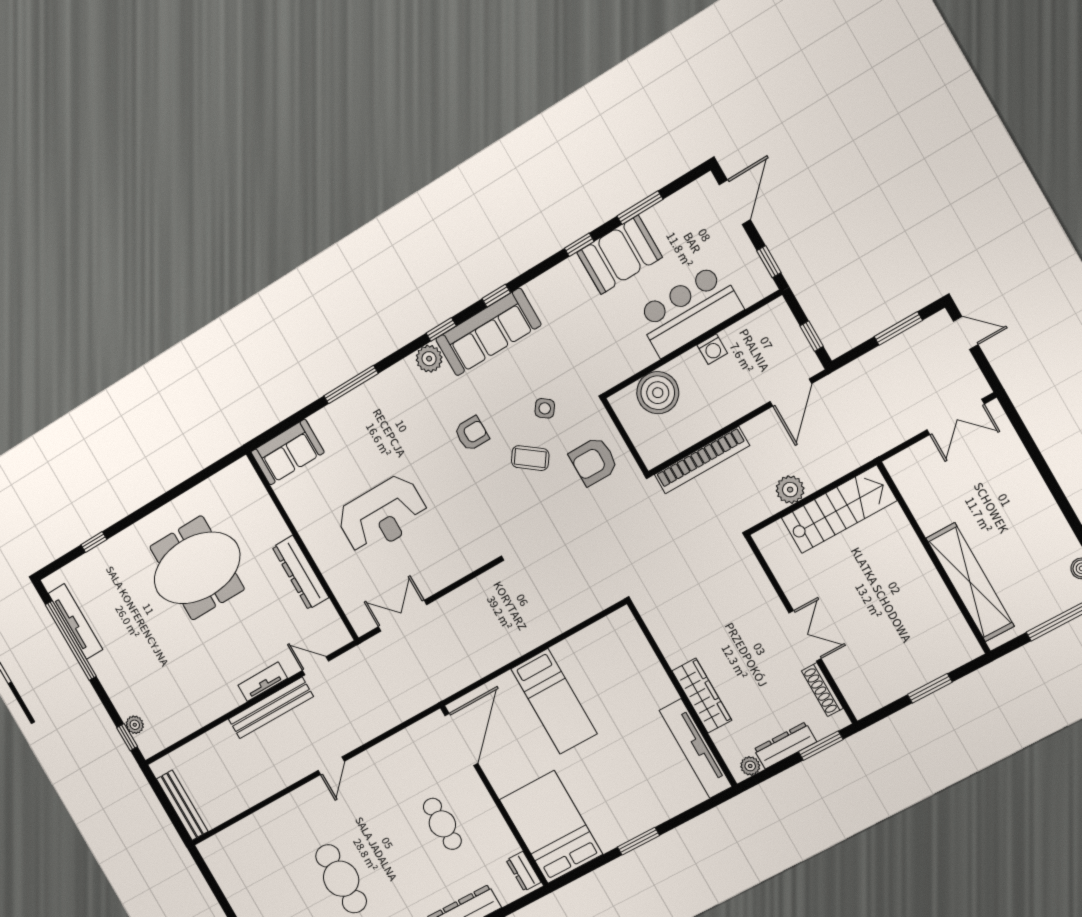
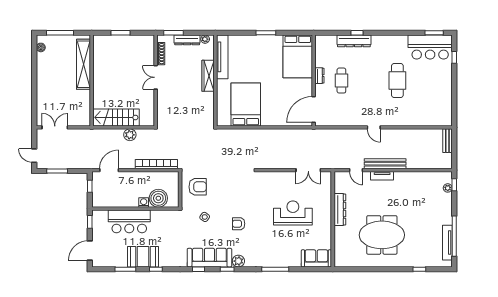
washing machine: (712, 349) -> (144, 202), moved
coffee table: (530, 458) -> (221, 202), removed
bed: (554, 701) -> (246, 105), moved, width x1.50
door: (331, 766) -> (374, 127), swing flipped
bench: (182, 805) -> (447, 141), width x0.73
dresser: (524, 871) -> (319, 76), moved

